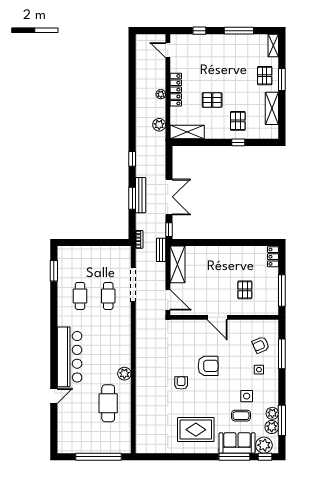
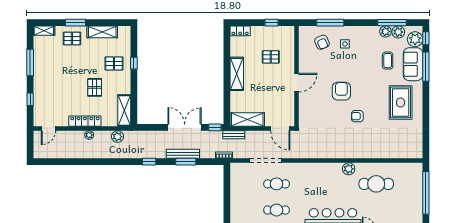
shelving: (227, 253) -> (237, 74), added
window: (282, 291) -> (272, 23), width x0.46
door: (168, 300) -> (280, 128), swing flipped
side table: (247, 396) -> (370, 55), removed

